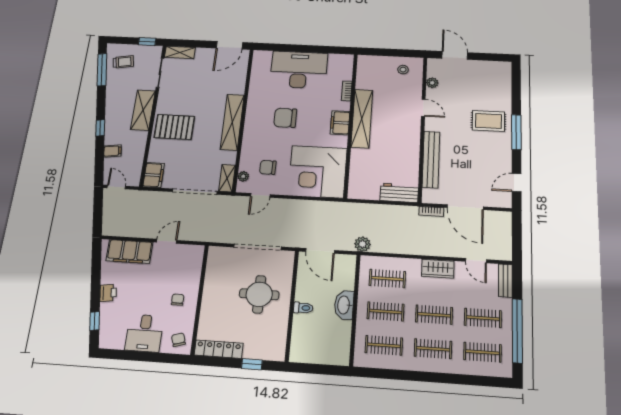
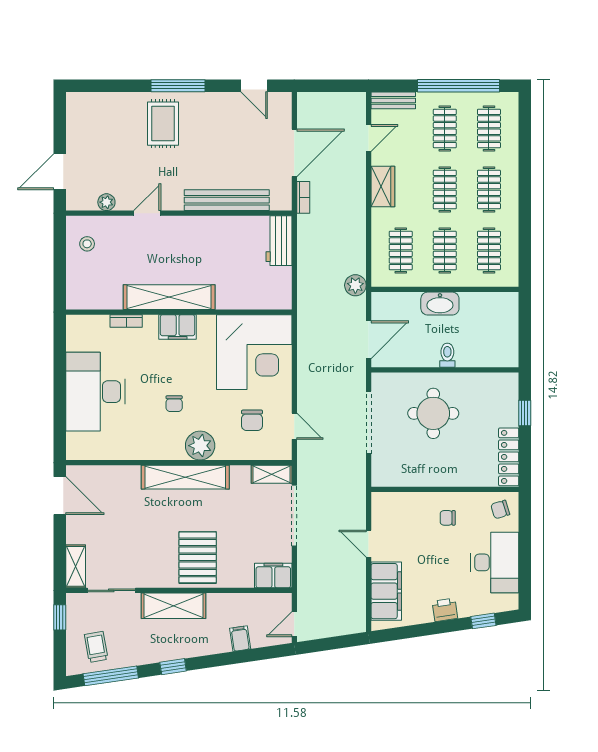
chair: (285, 118) -> (174, 404), width x0.54, depth x0.54
window: (100, 128) -> (173, 667), moved
plant: (243, 176) -> (200, 446), moved, width x1.88, depth x1.88
desk: (144, 333) -> (495, 562), width x1.37

